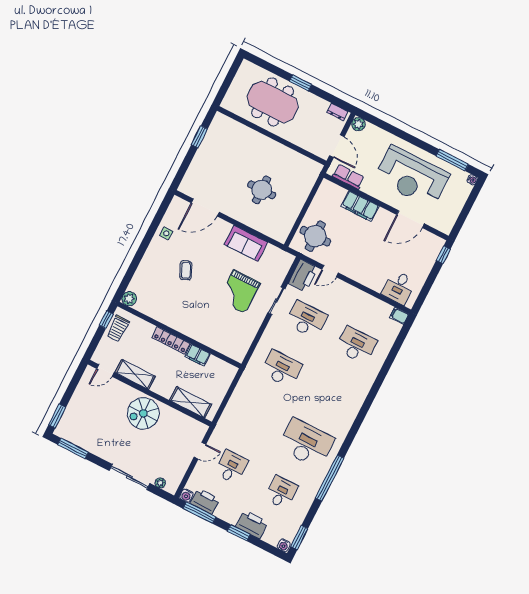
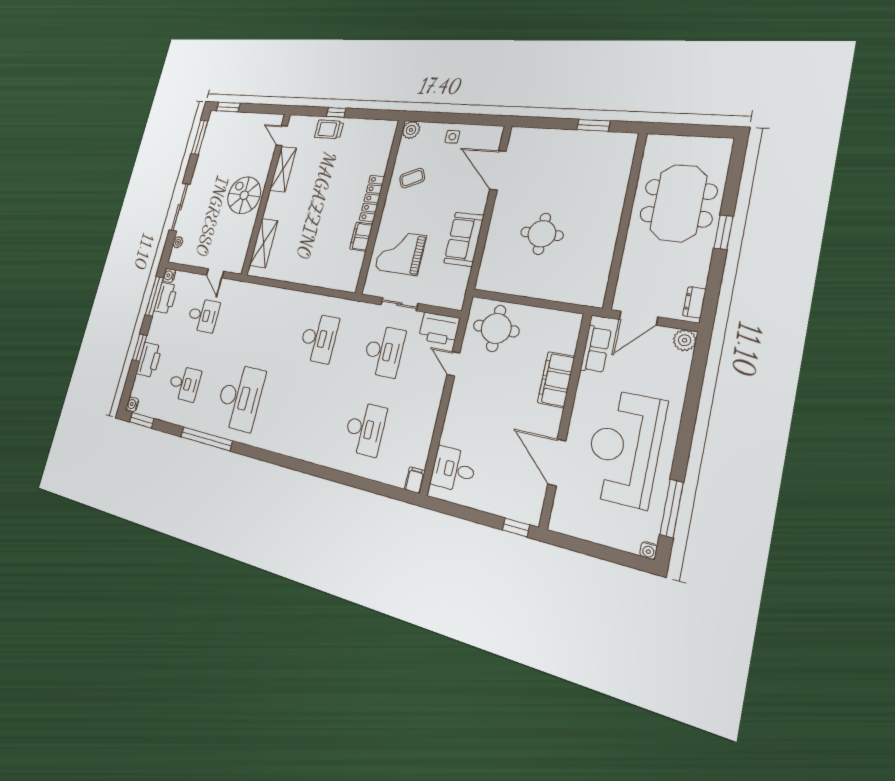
plant: (129, 299) -> (411, 130), moved
wall: (179, 335) -> (381, 206), moved
locker: (171, 340) -> (372, 198), moved
filing cabinet: (197, 355) -> (361, 237), moved

